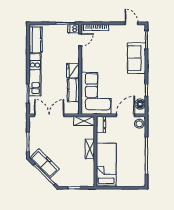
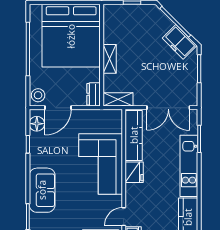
kitchen counter: (73, 90) -> (134, 135), width x1.50
corner sofa: (96, 93) -> (101, 164), moved
freezer: (44, 164) -> (180, 42), width x0.71
bed: (106, 165) -> (71, 36), width x2.04

